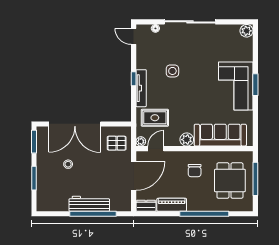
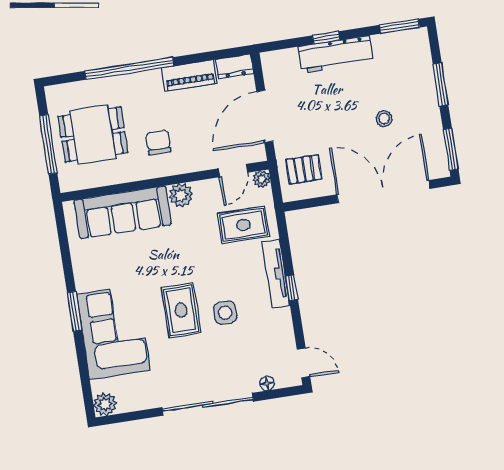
rug: (197, 76) -> (181, 310), added
corner sofa: (236, 86) -> (113, 332), moved
dining table: (230, 181) -> (93, 135), turned 90
window: (52, 214) -> (399, 26), added
window: (93, 214) -> (326, 38), width x0.32

